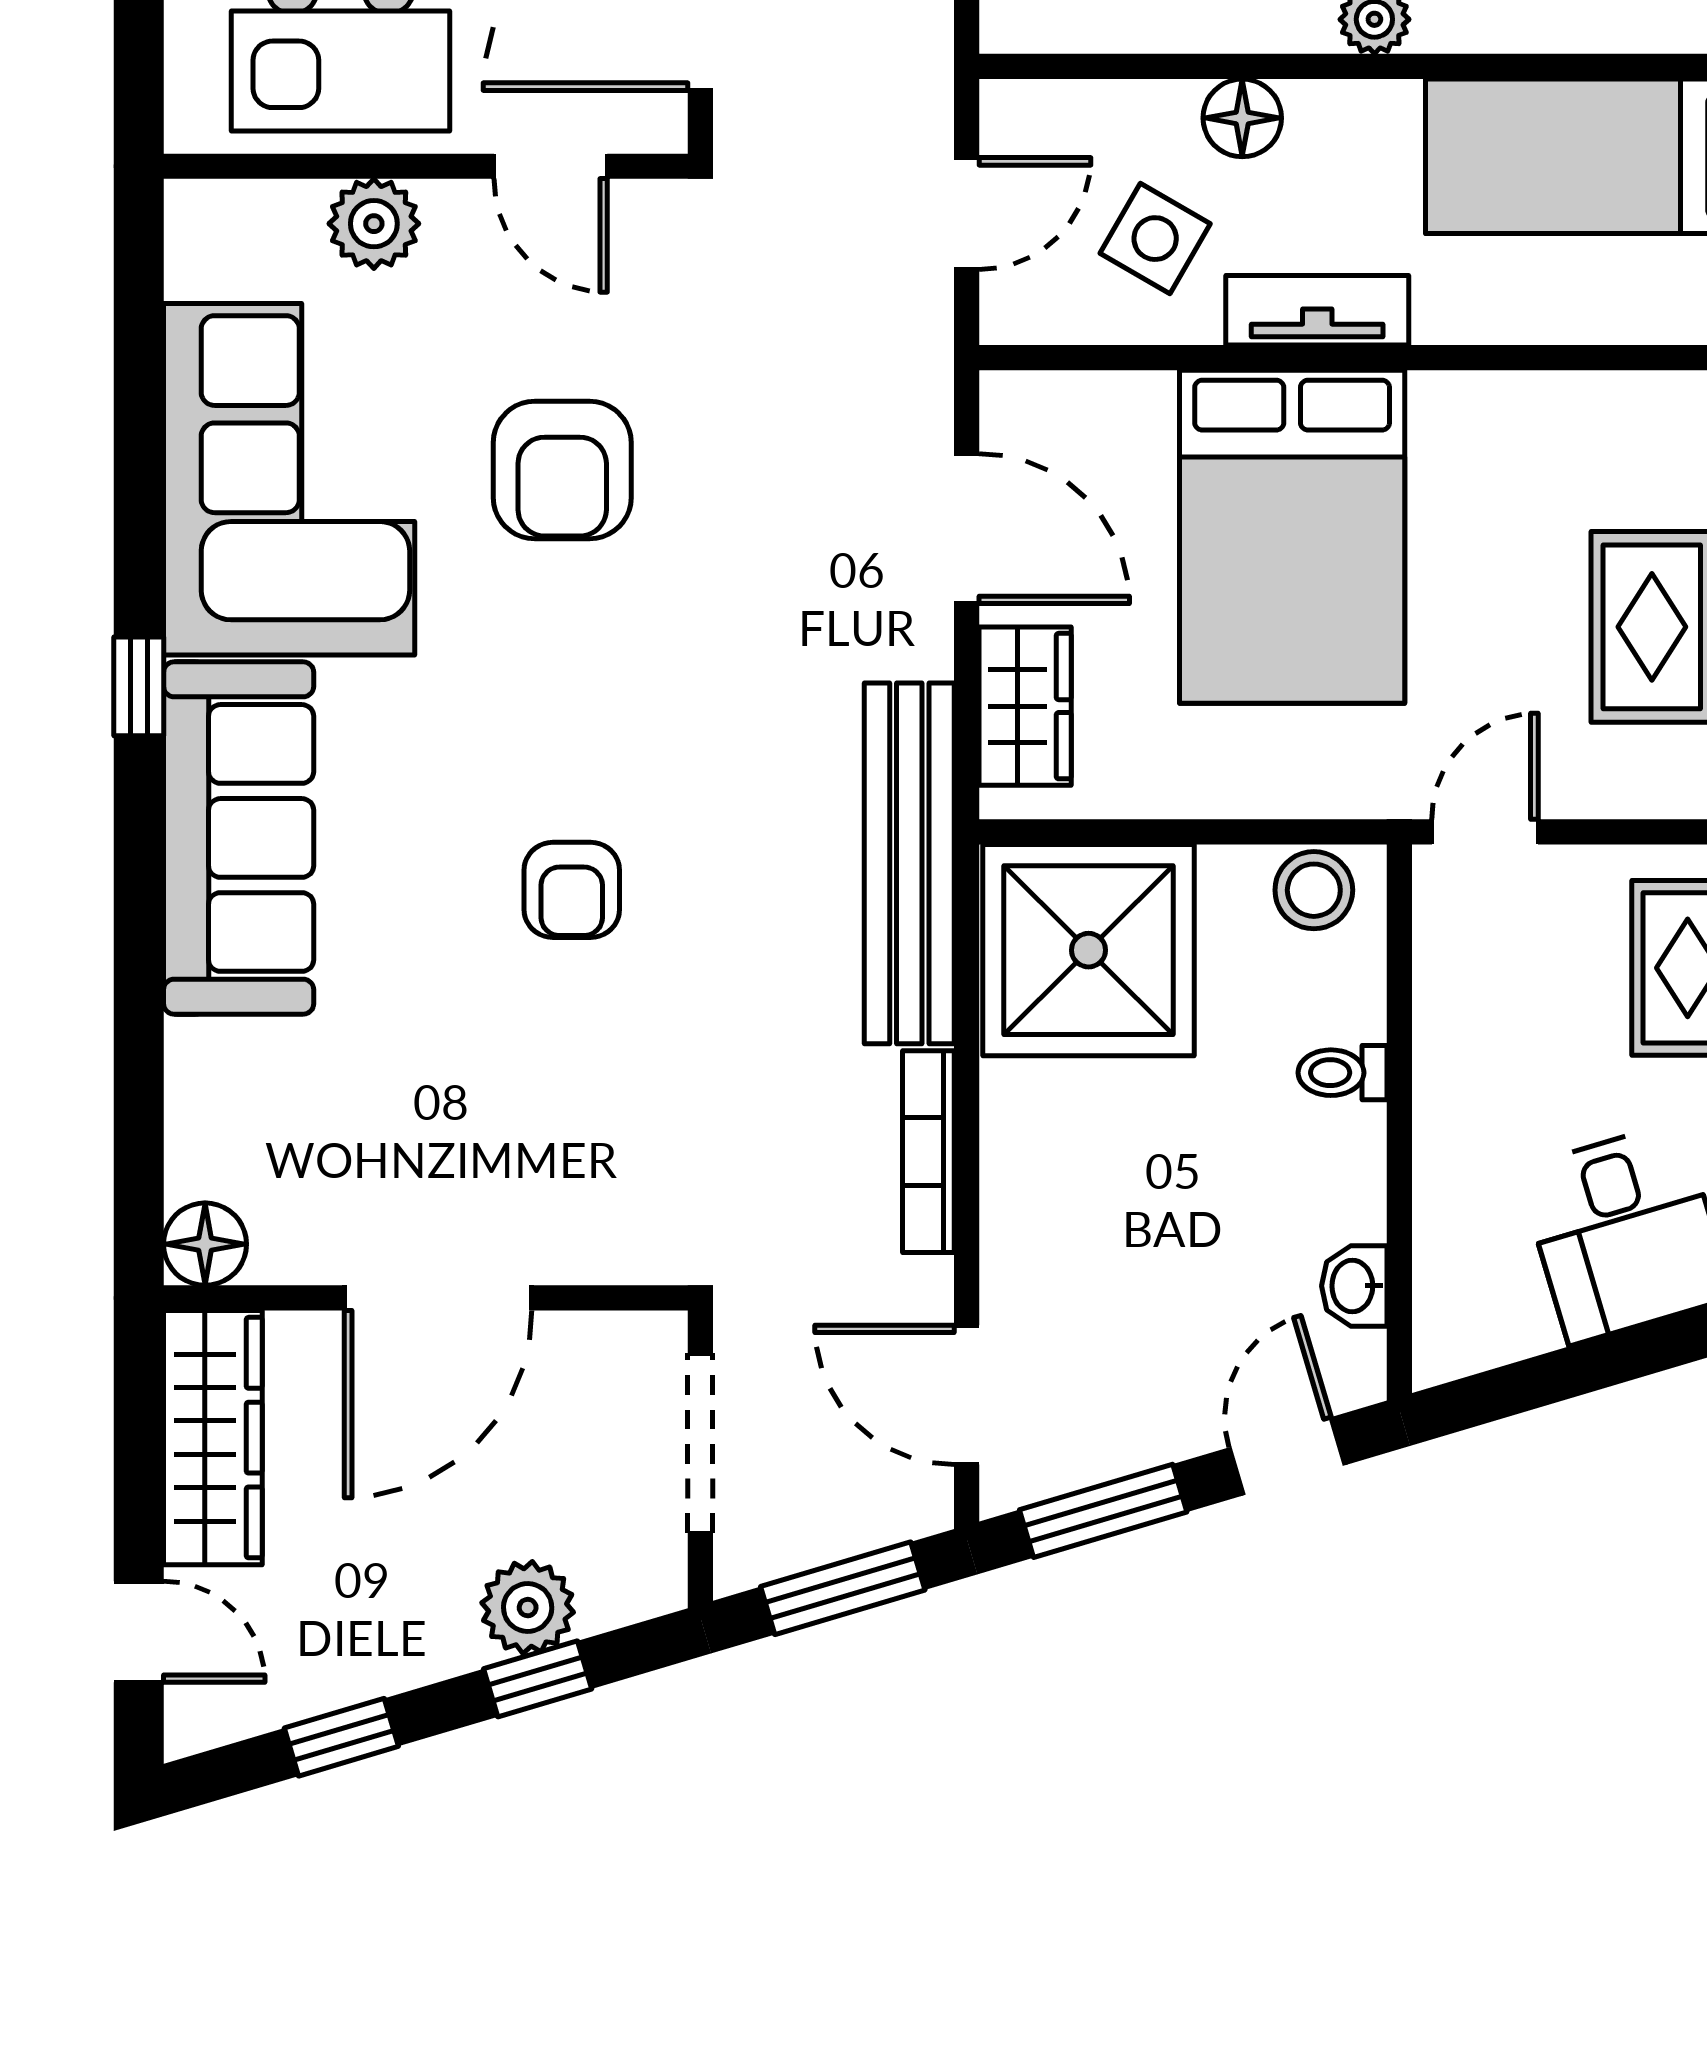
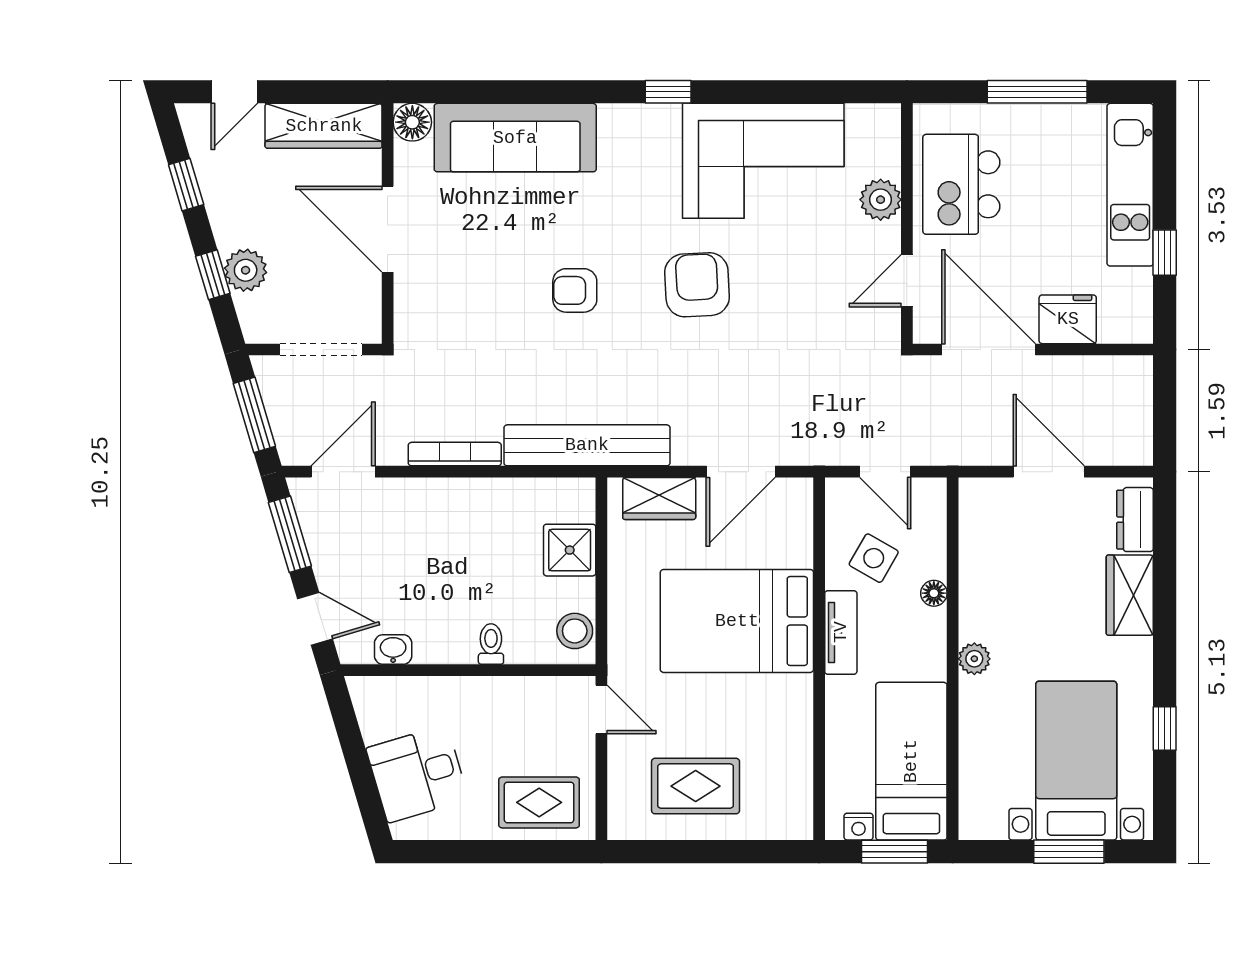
floor lamp: (1242, 118) -> (934, 593), width x0.73, depth x0.73
armchair: (562, 470) -> (697, 285), moved, turned 87
sofa: (239, 838) -> (515, 138), moved
shower: (1089, 950) -> (570, 550), width x0.54, depth x0.54

